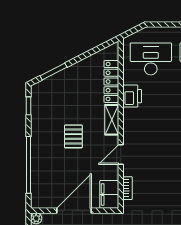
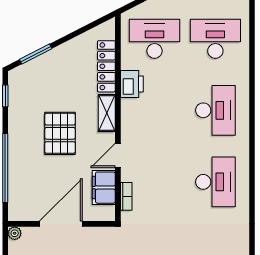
pallet: (73, 136) -> (60, 133), width x1.50, depth x1.42
filing cabinet: (109, 194) -> (104, 188), moved

